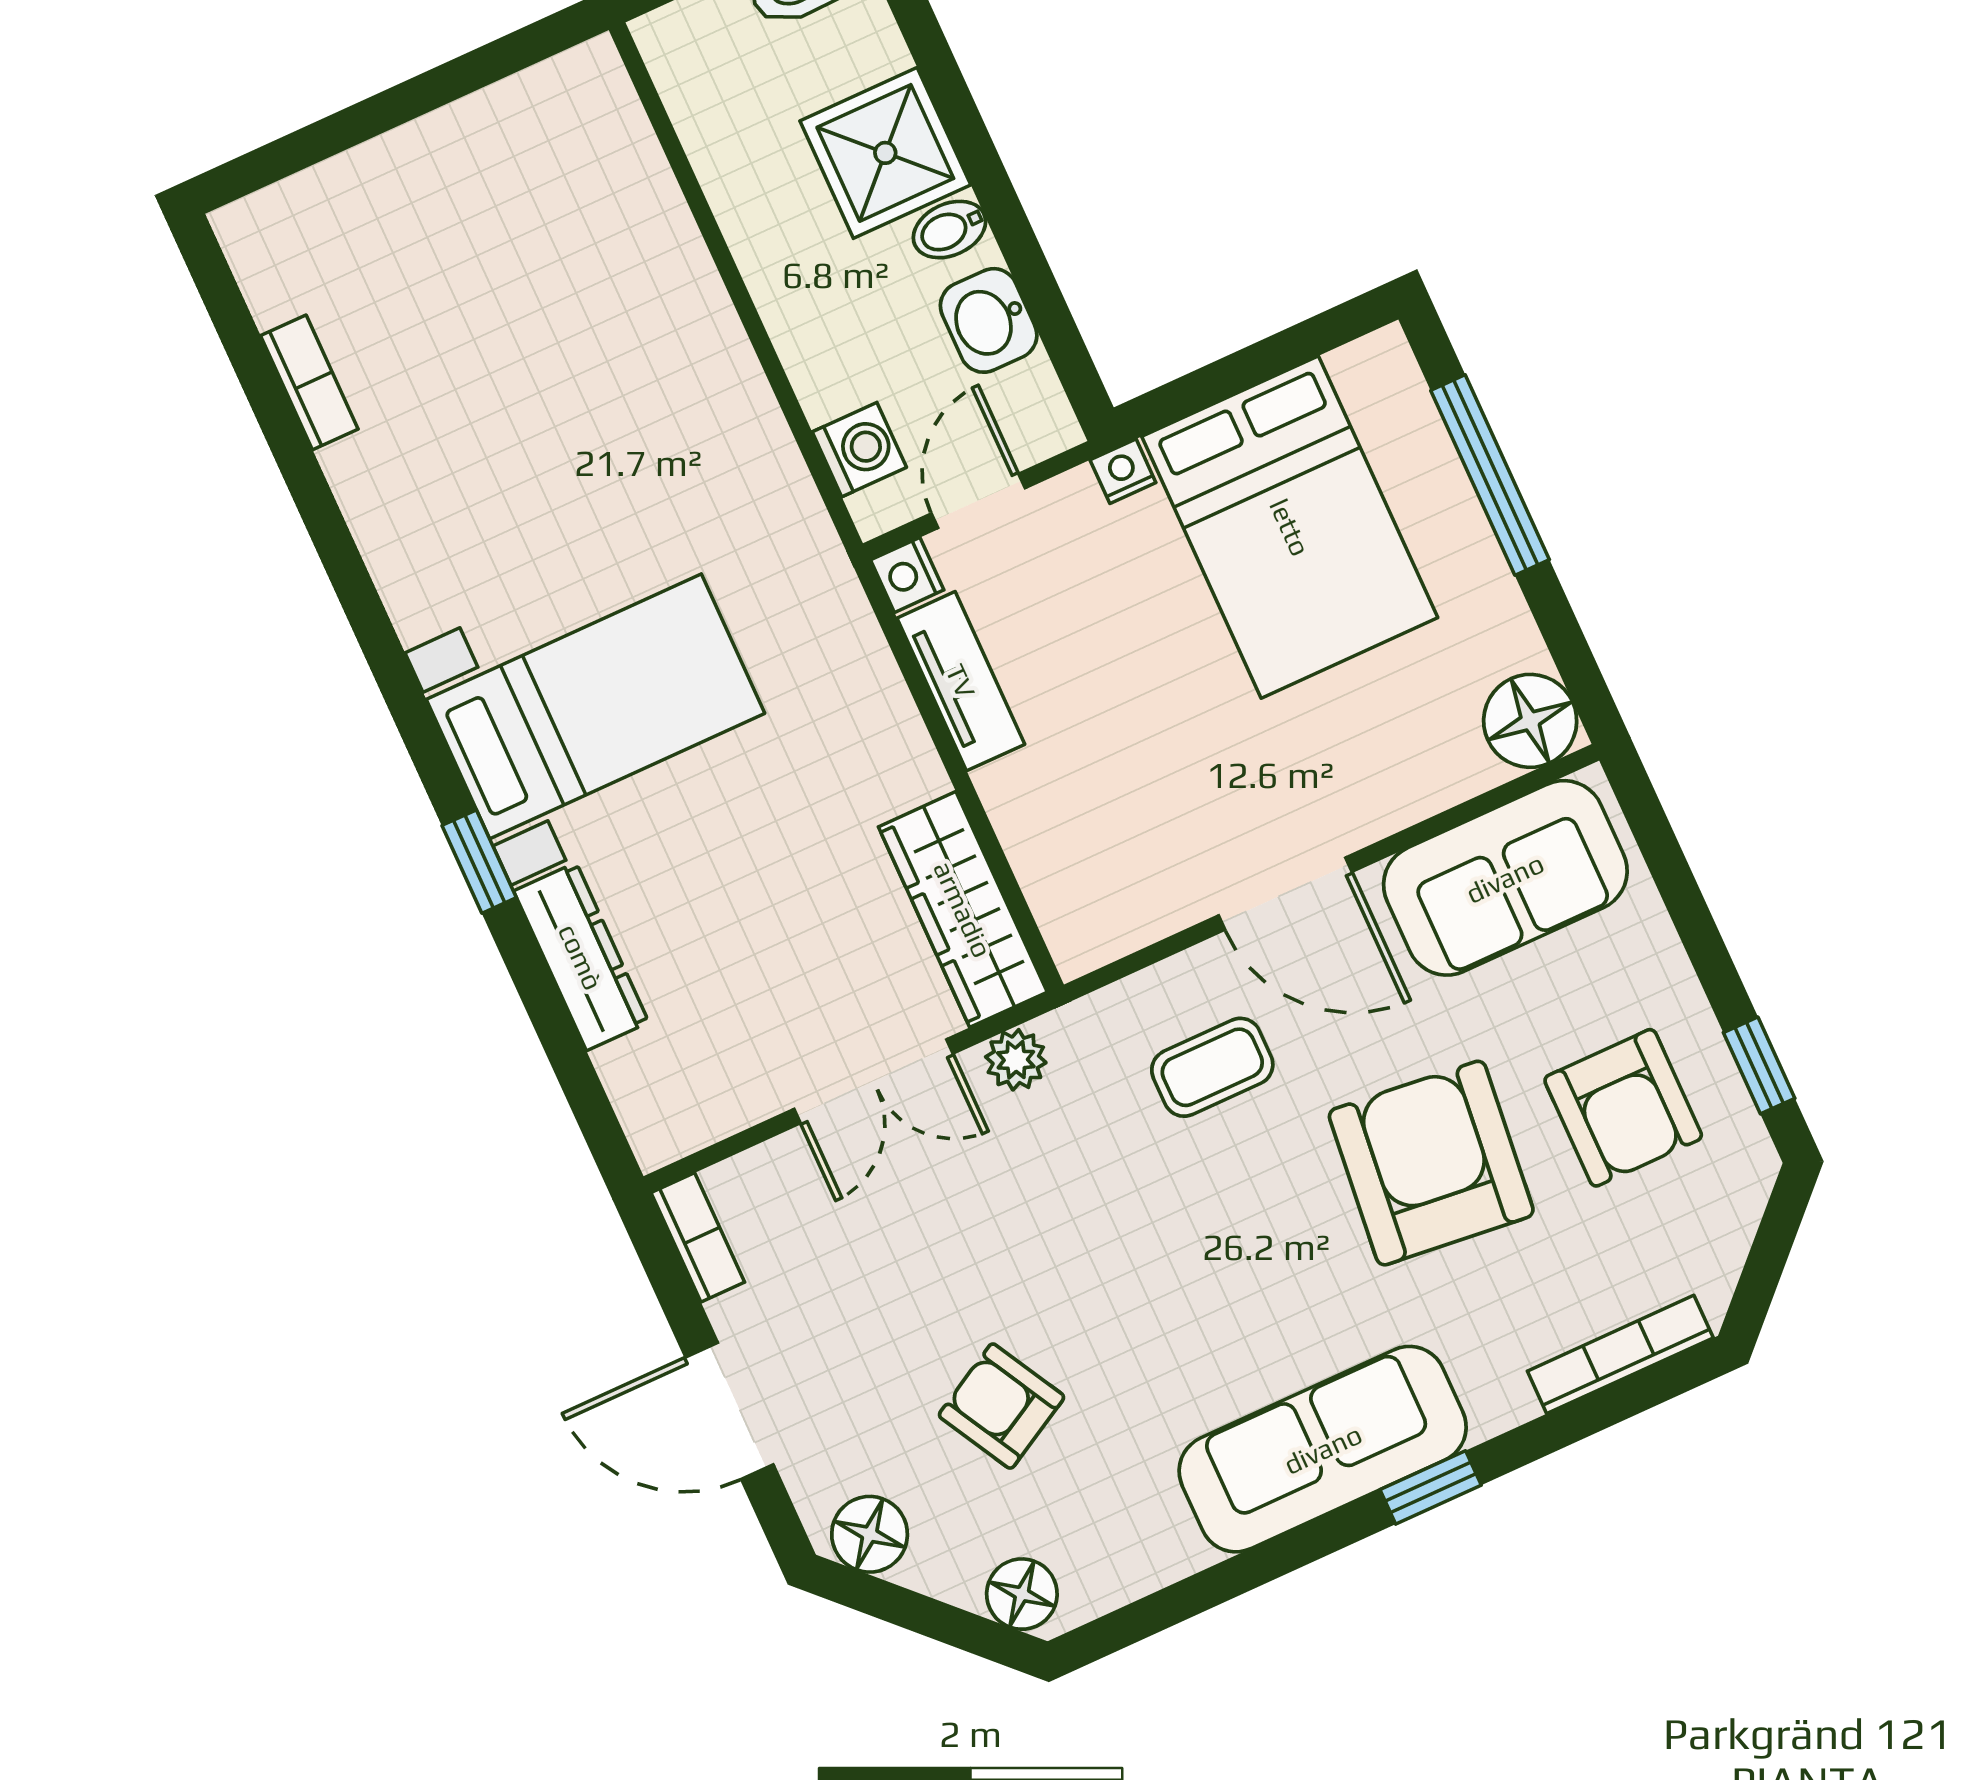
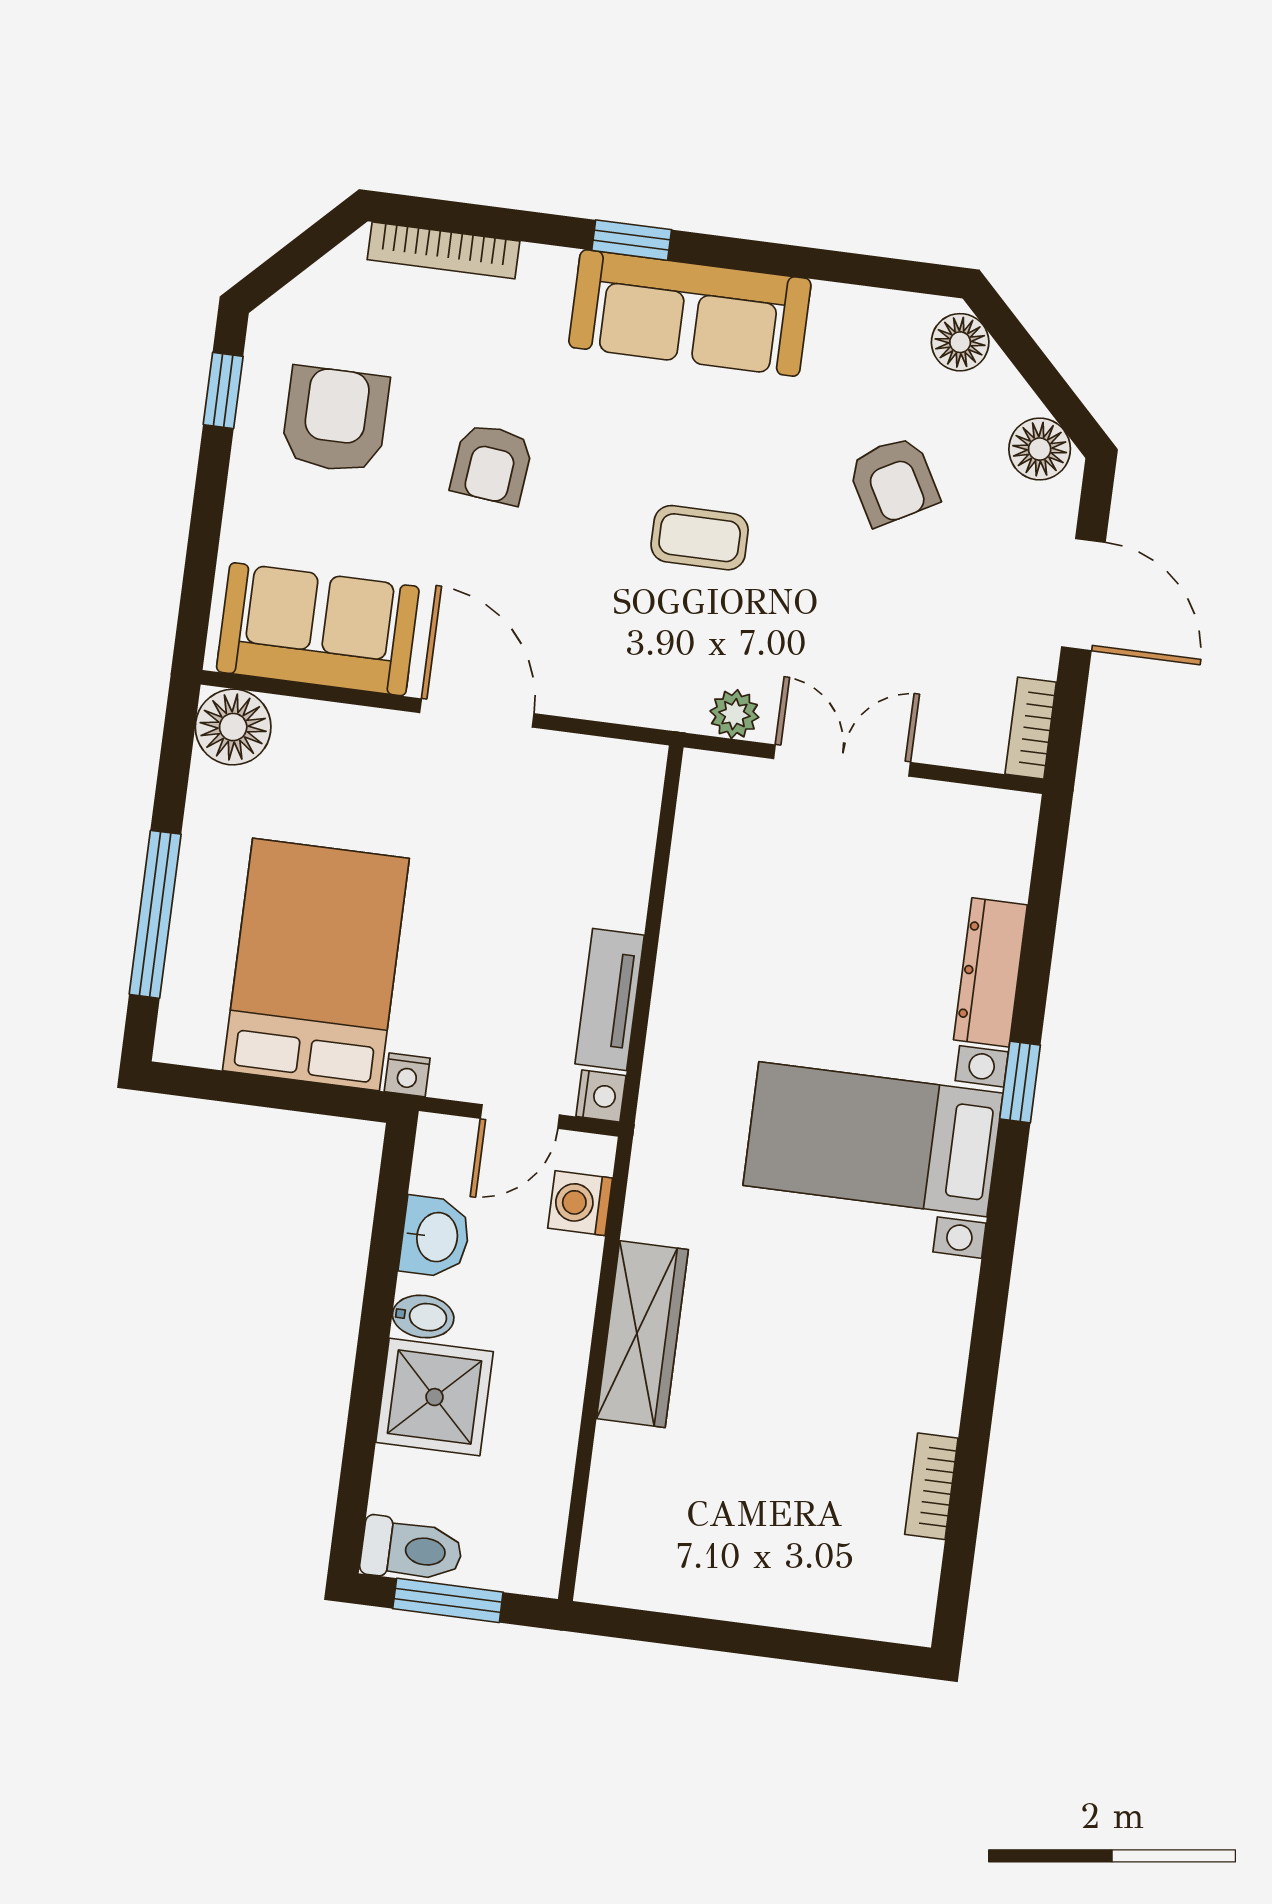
wardrobe: (963, 909) -> (642, 1334), moved
coffee table: (1212, 1067) -> (700, 538), moved
armchair: (1431, 1163) -> (492, 464), width x0.53, depth x0.53

